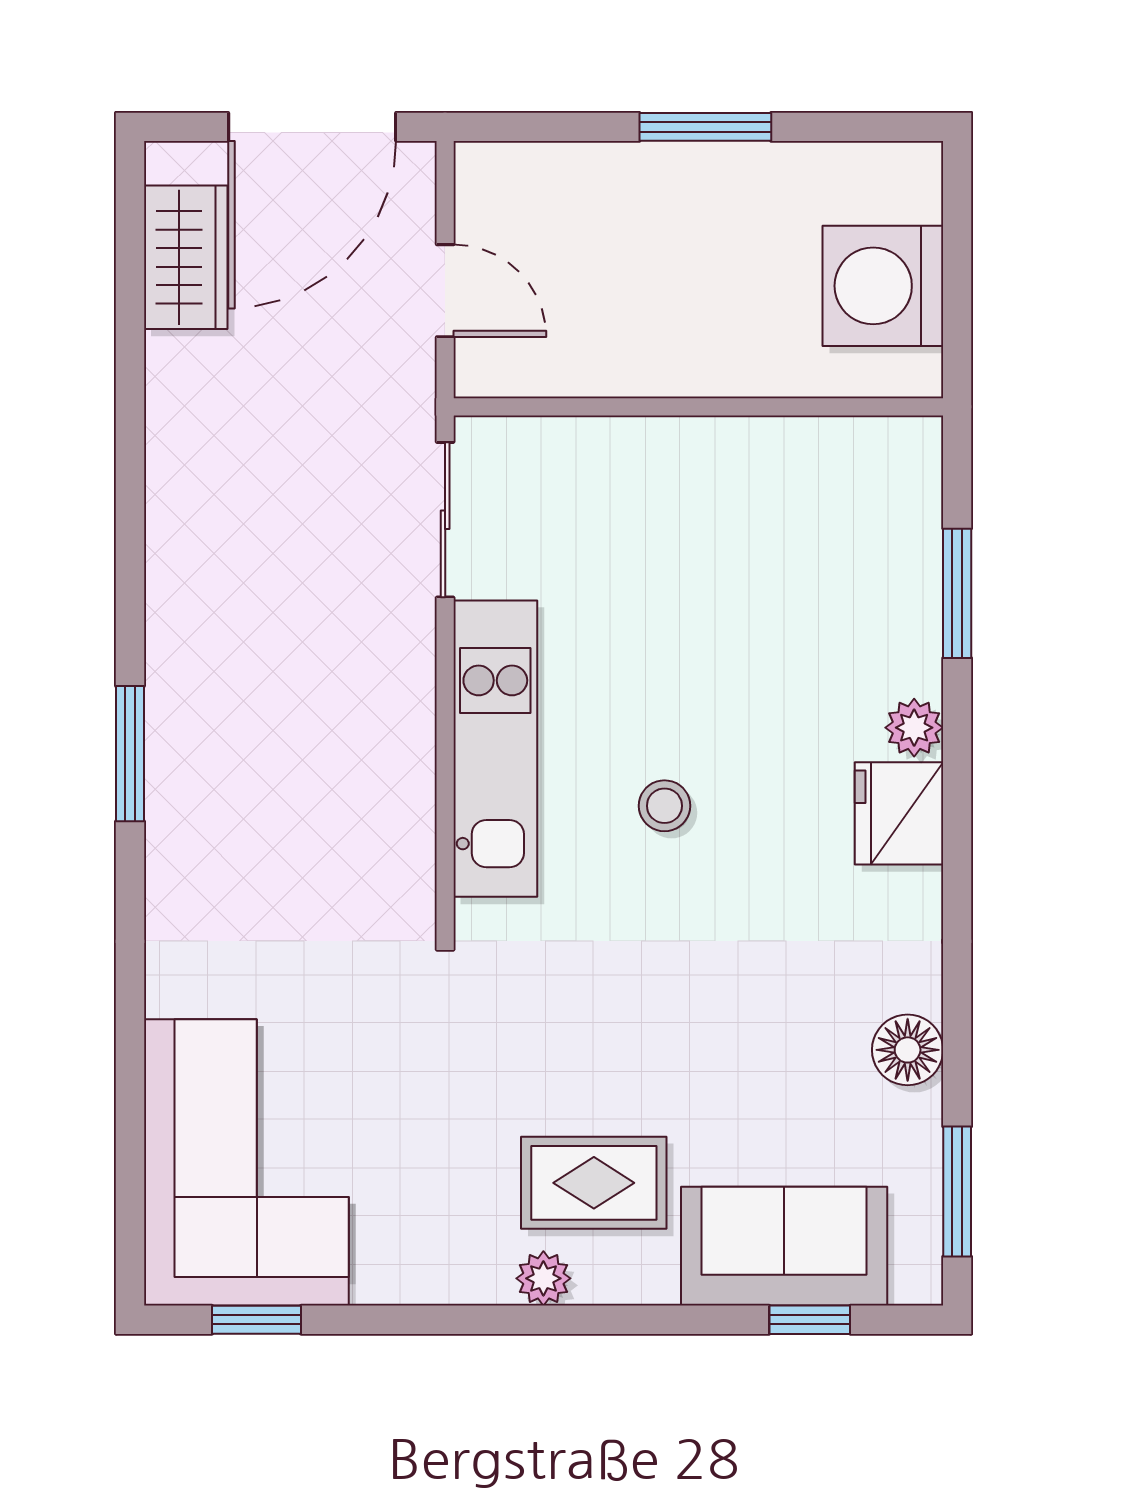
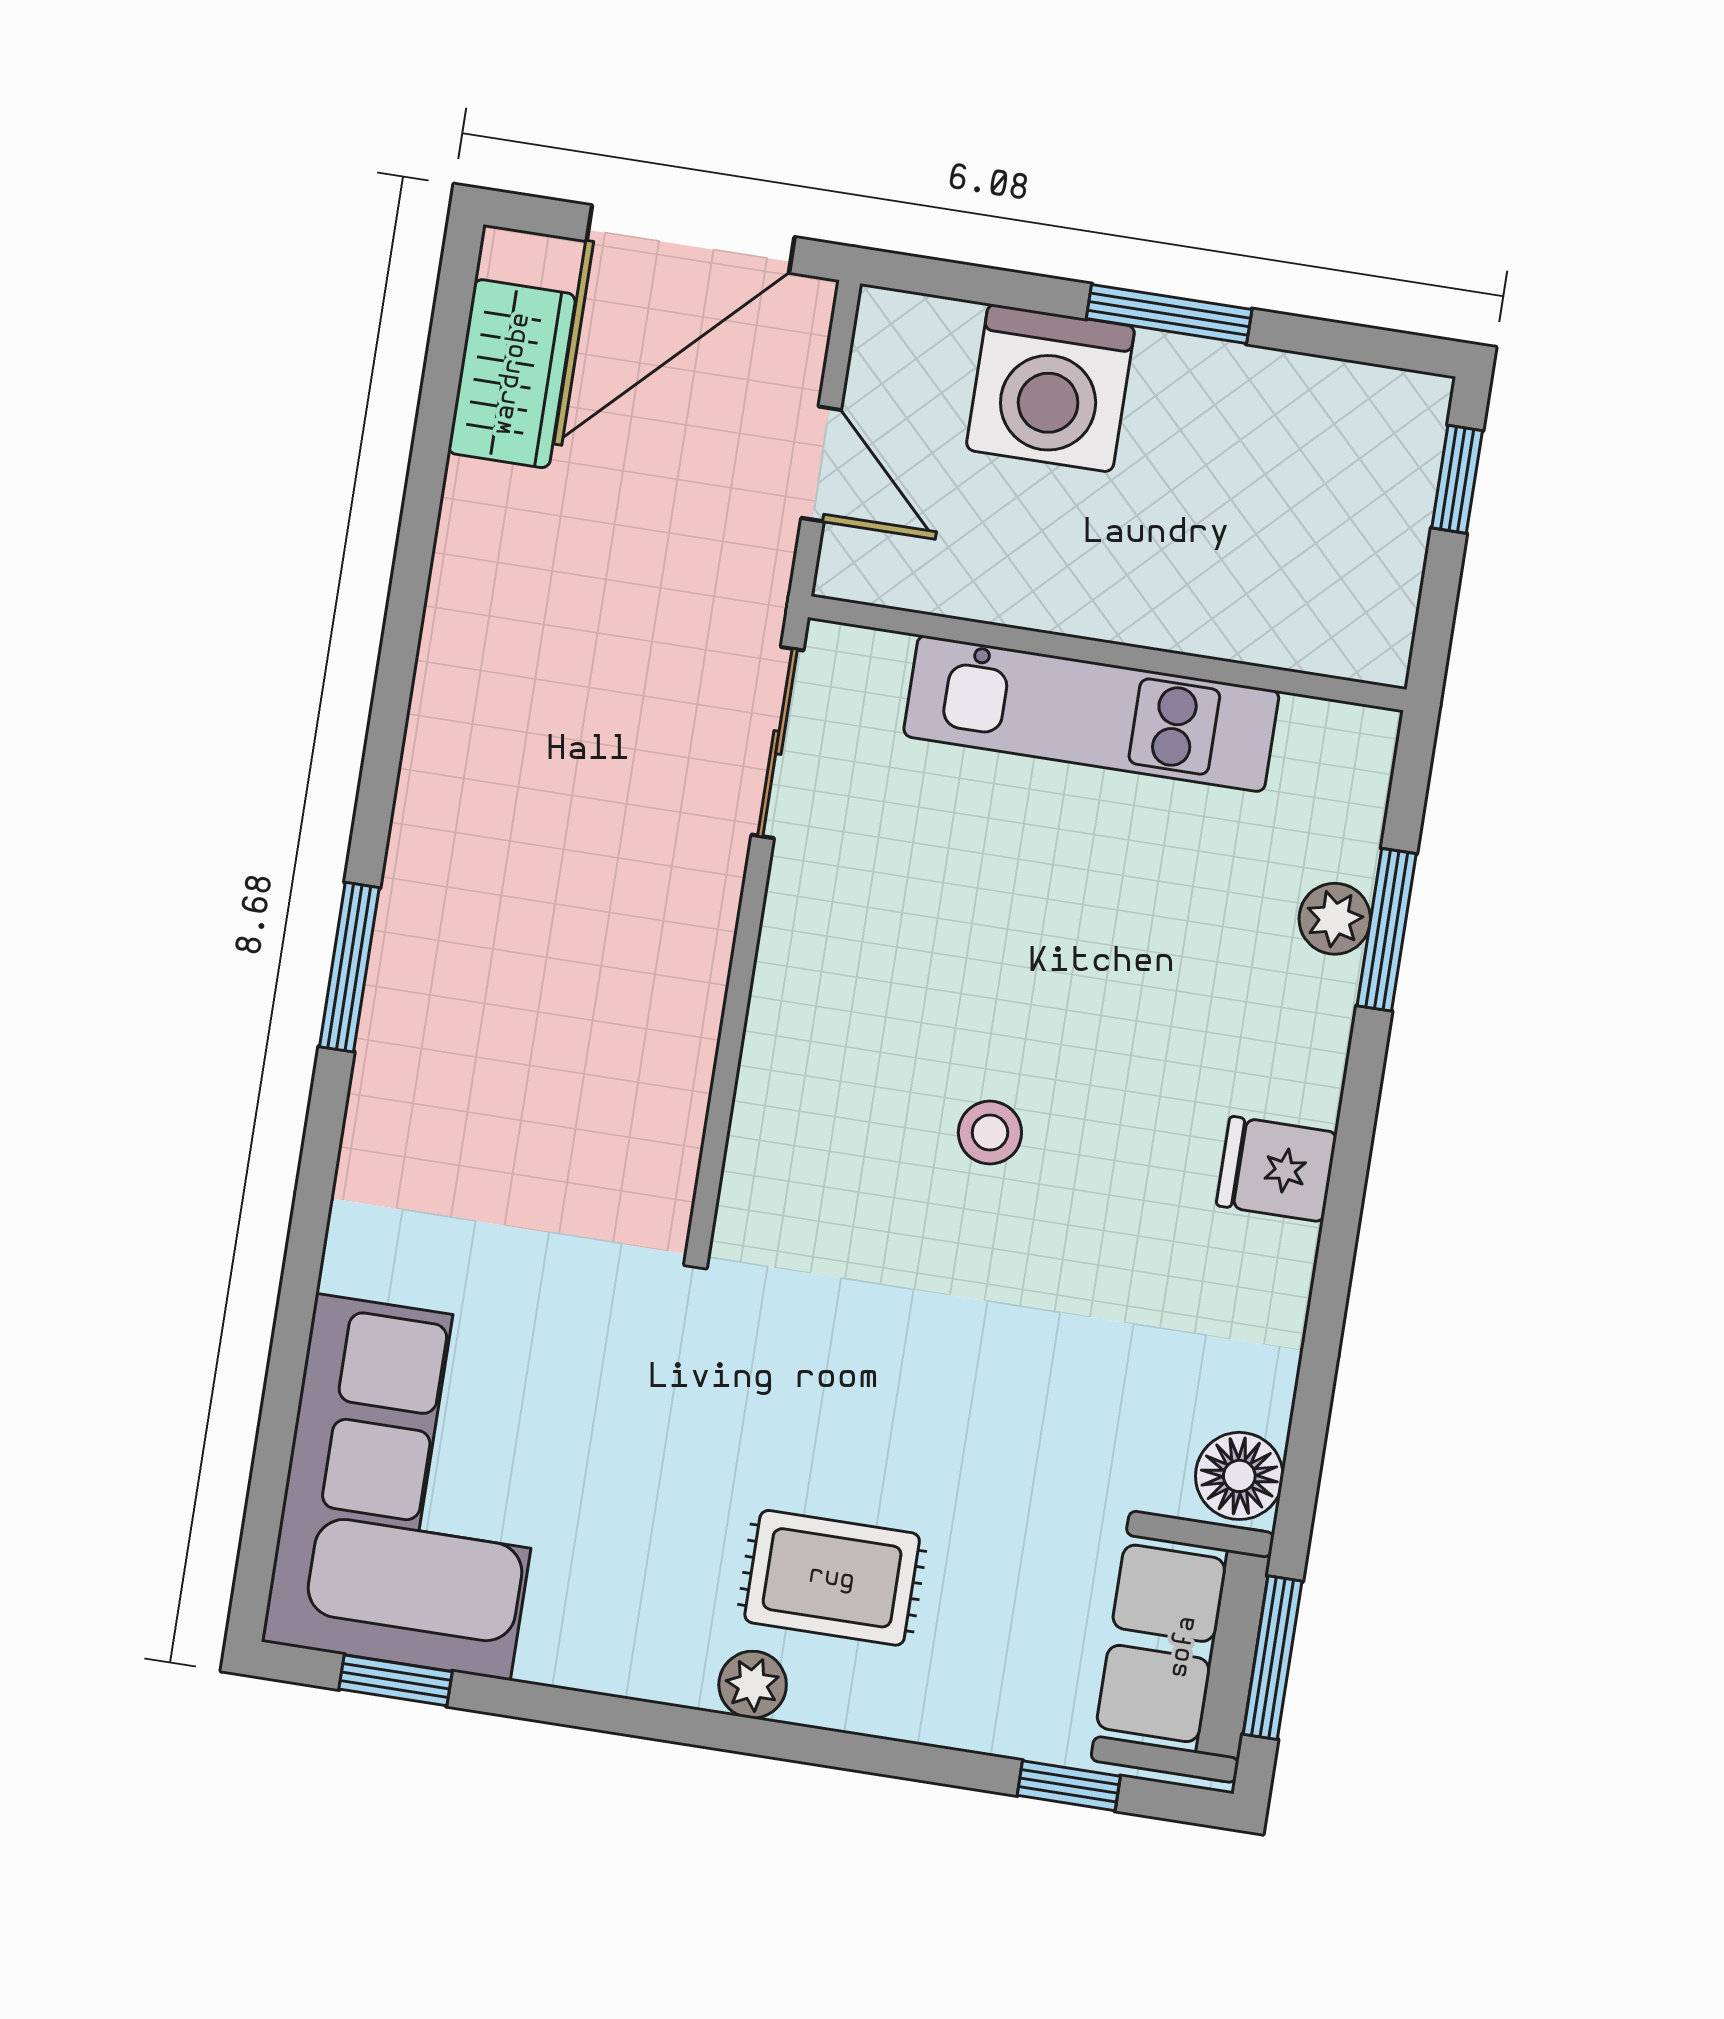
window: (957, 223) -> (1457, 479), added
washing machine: (883, 286) -> (1050, 388), moved, turned -90
plant: (914, 728) -> (1335, 919), moved
kitchen unit: (495, 749) -> (1091, 714), moved, turned 90
fridge: (899, 813) -> (1277, 1169), width x0.72
sofa: (784, 1246) -> (1183, 1647), moved, turned -90

